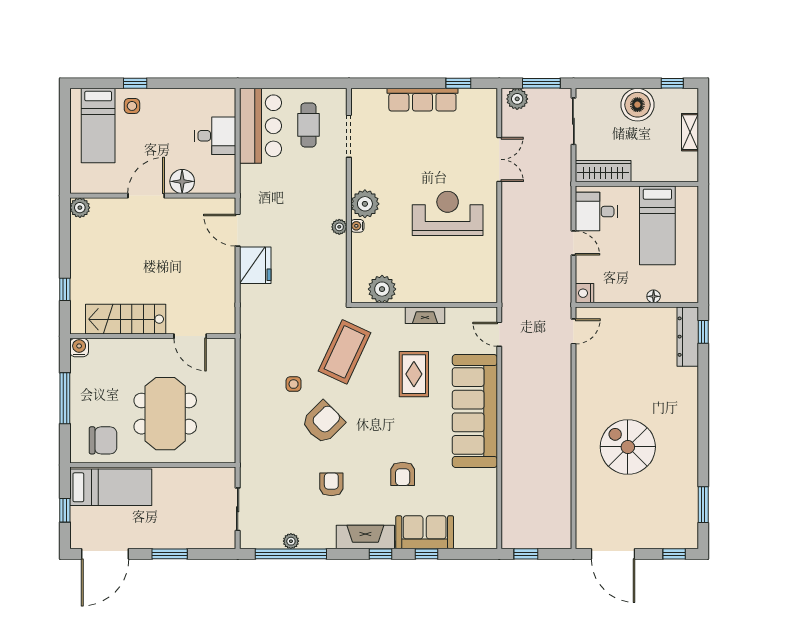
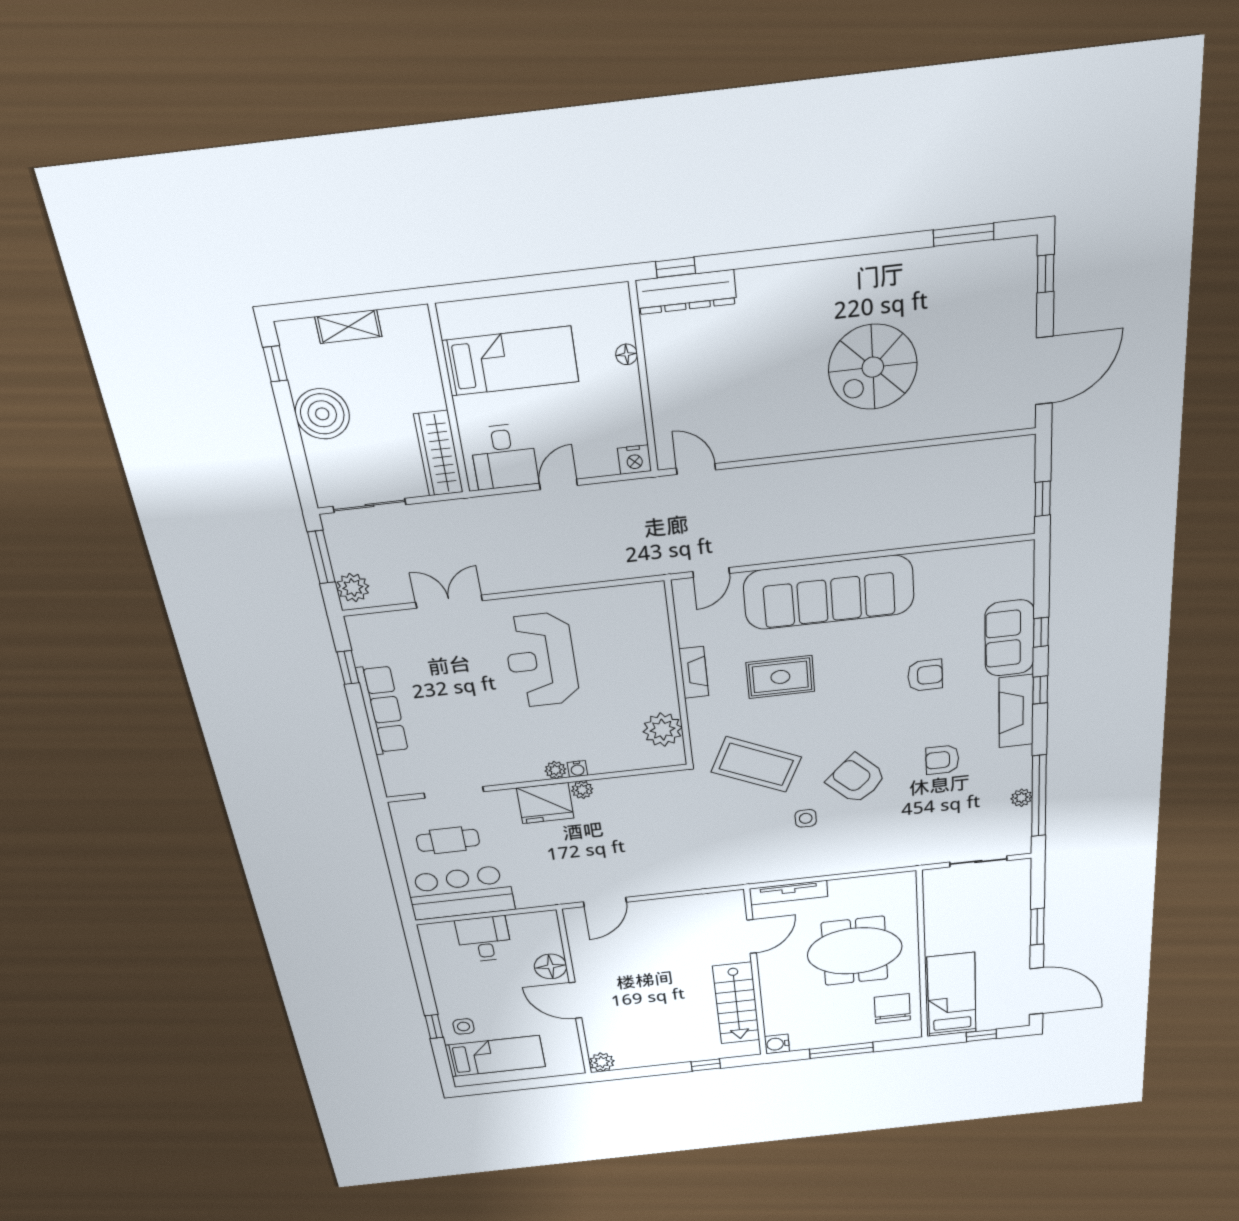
plant: (365, 204) -> (555, 770), width x0.53, depth x0.53
fridge: (255, 265) -> (545, 803), moved, turned 180
tv unit: (228, 367) -> (789, 893), added

